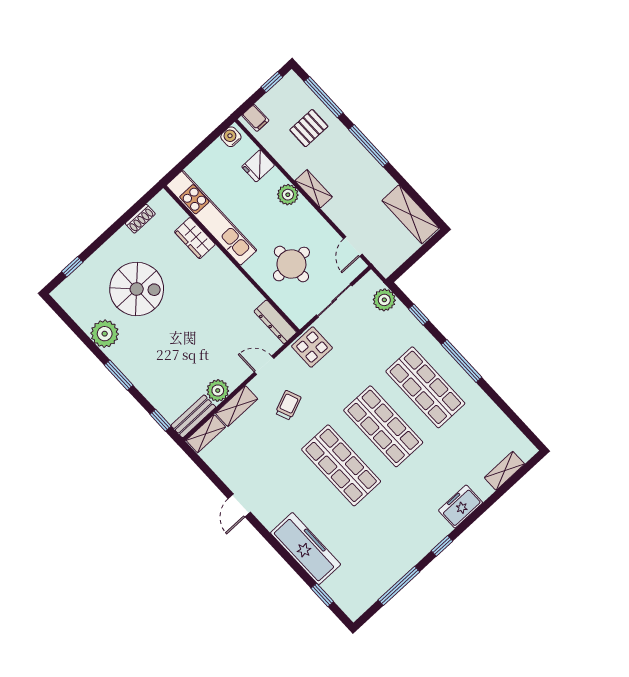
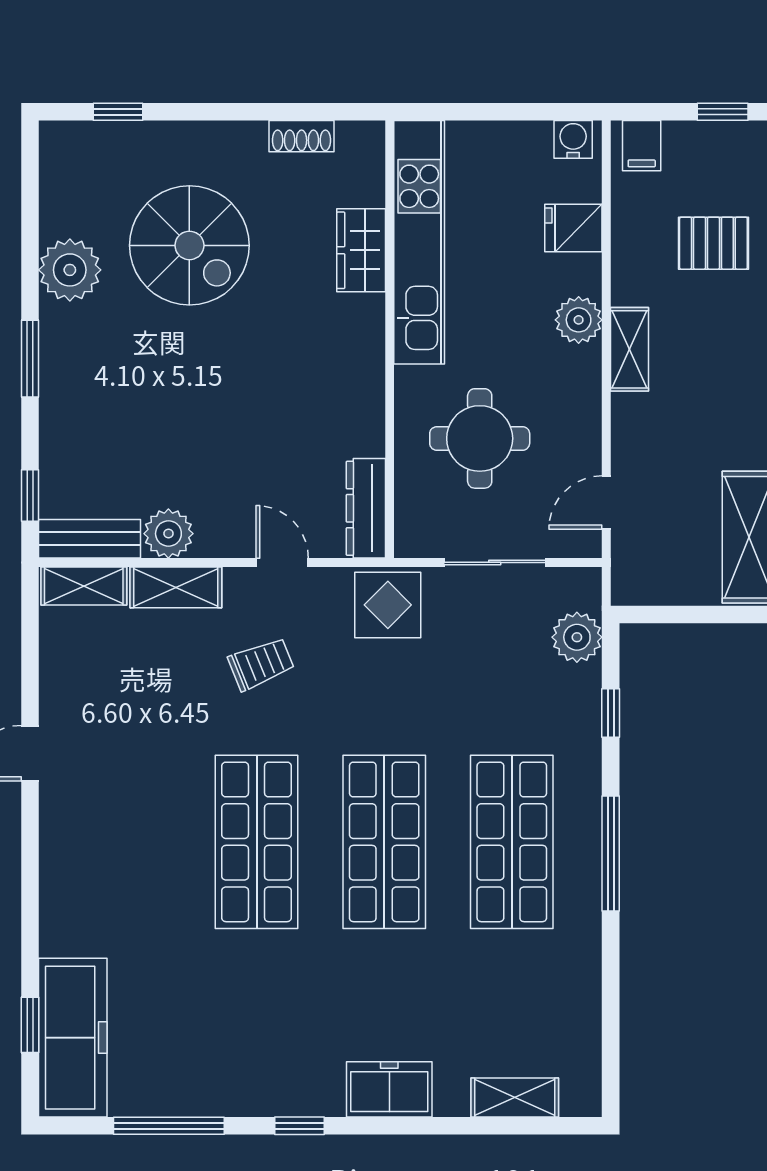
freezer: (306, 549) -> (73, 1038), moved

